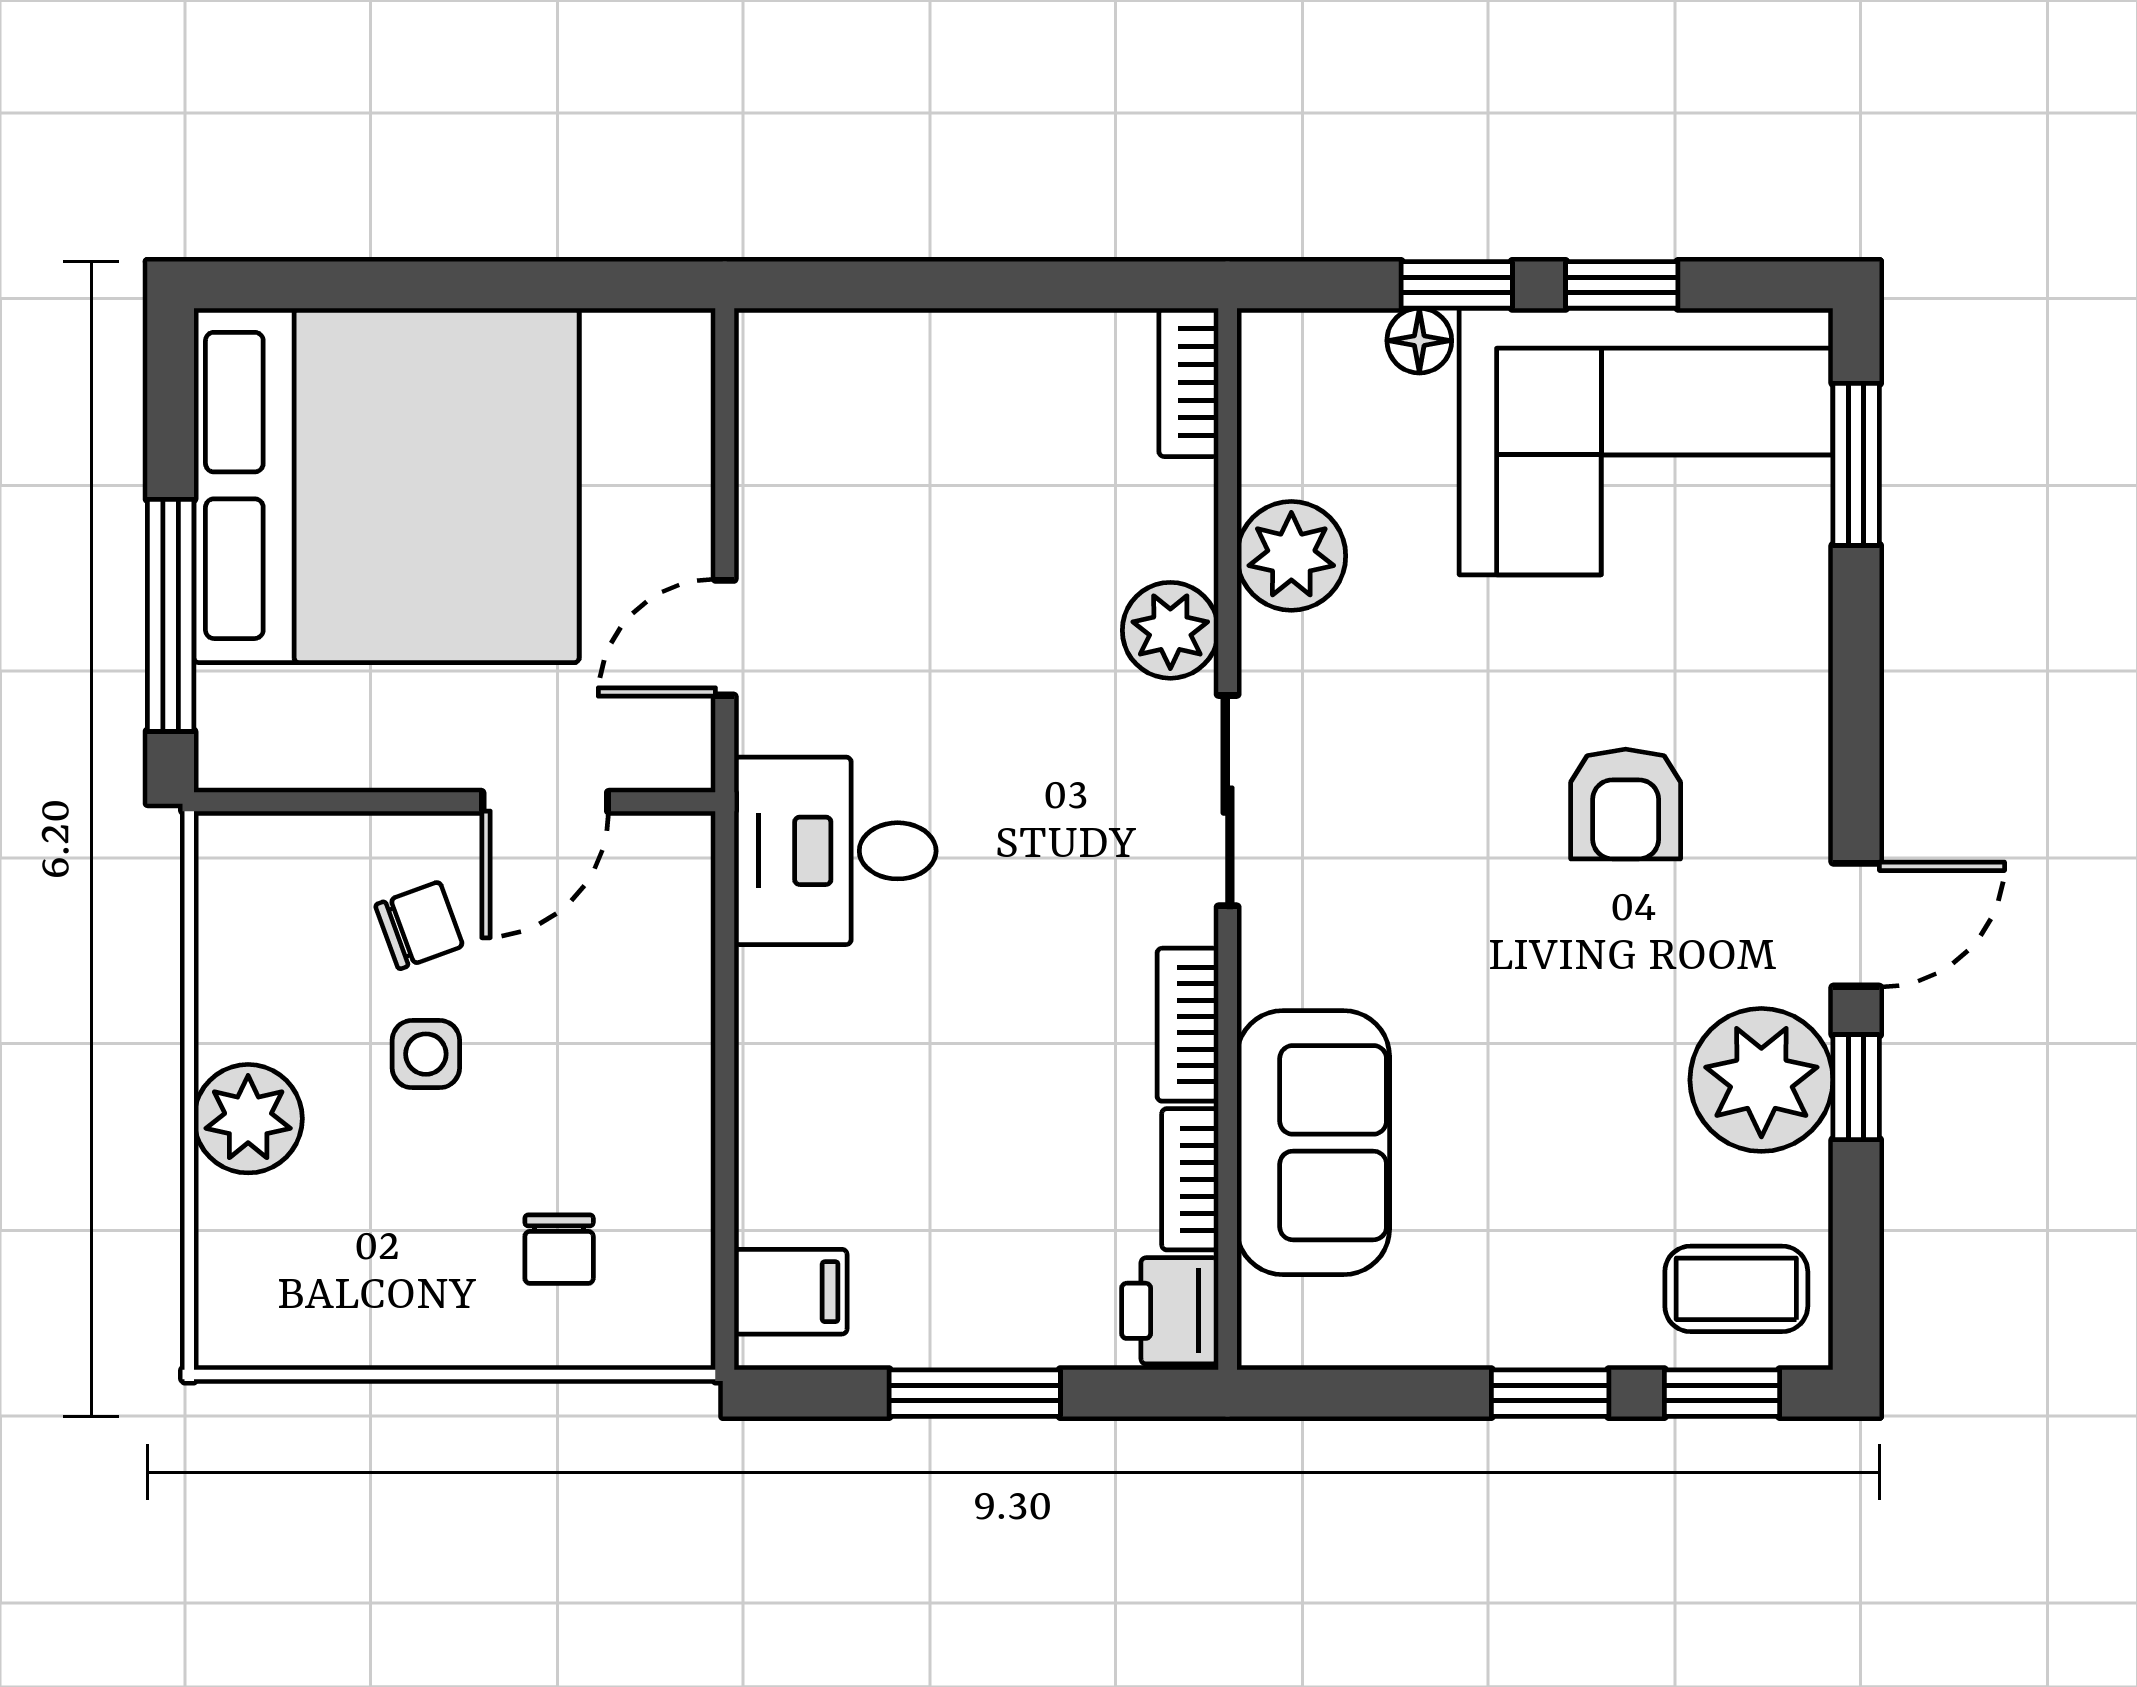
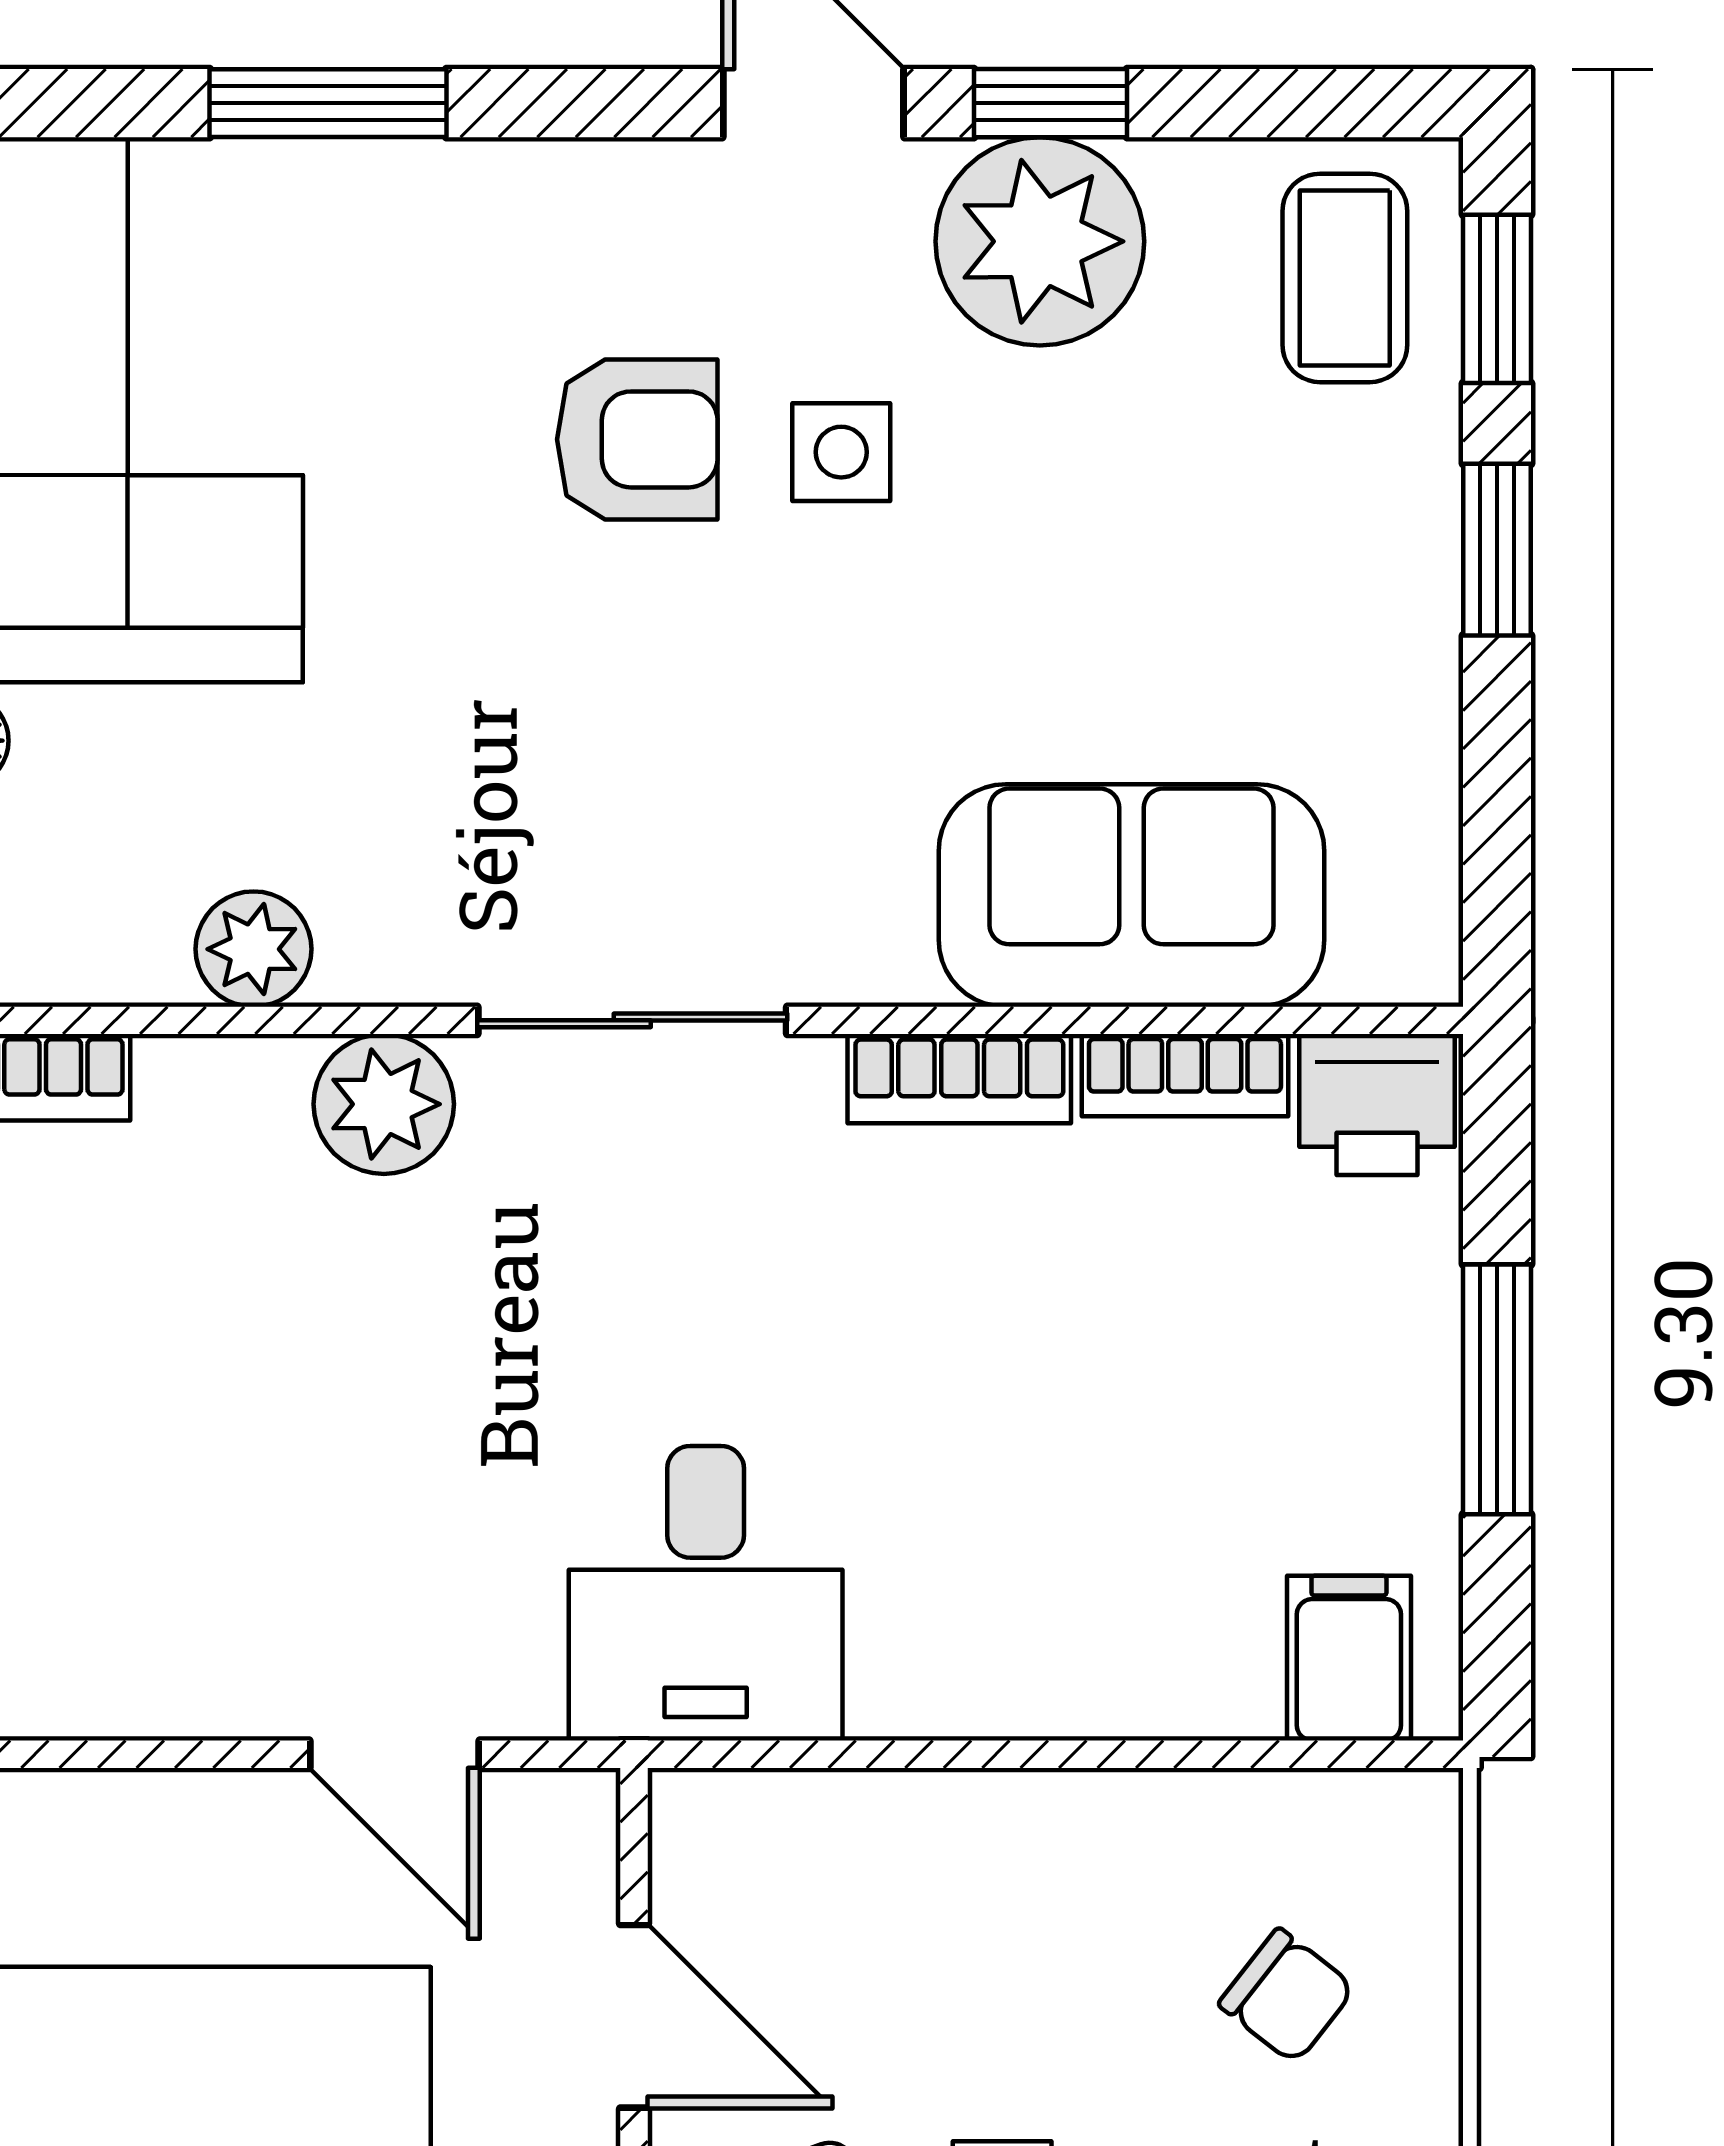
window: (1856, 464) -> (328, 103), moved
plant: (1291, 556) -> (254, 949), width x0.73, depth x0.73
side table: (1617, 944) -> (841, 452), added
chair: (559, 1249) -> (1287, 1996), turned 38

